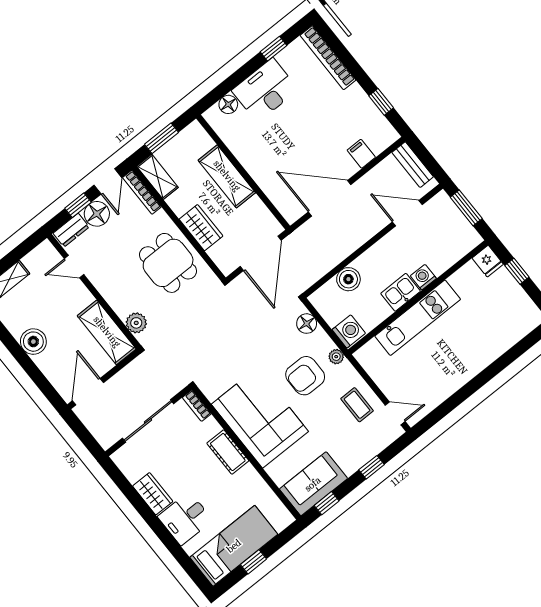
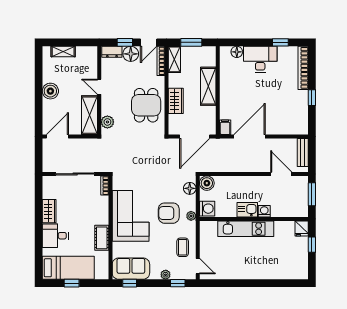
window: (381, 102) -> (312, 98), moved
filing cabinet: (361, 154) -> (225, 127), moved
door: (330, 198) -> (249, 137), hinge flipped
door: (74, 267) -> (99, 87), moved
boiler: (348, 279) -> (207, 183), moved
cot: (228, 452) -> (102, 238), moved
plant: (363, 456) -> (166, 275), added
window: (372, 467) -> (178, 283), moved

